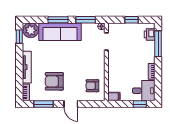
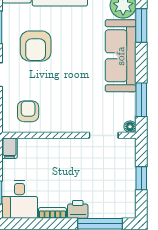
window: (58, 20) -> (141, 26), moved
printer: (150, 34) -> (78, 209), moved
armchair: (54, 81) -> (36, 46), turned 180

